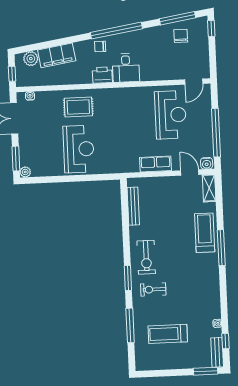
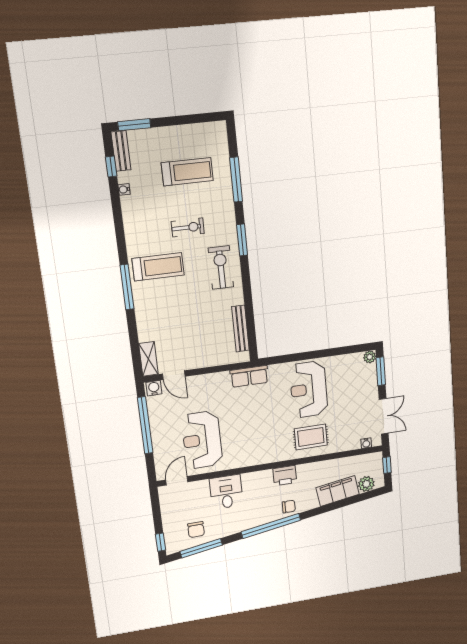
desk: (126, 68) -> (226, 492), moved
row of seats: (156, 164) -> (249, 376), moved
treadmill: (205, 233) -> (158, 267), moved, turned -90
exercise bike: (153, 289) -> (188, 227), moved

